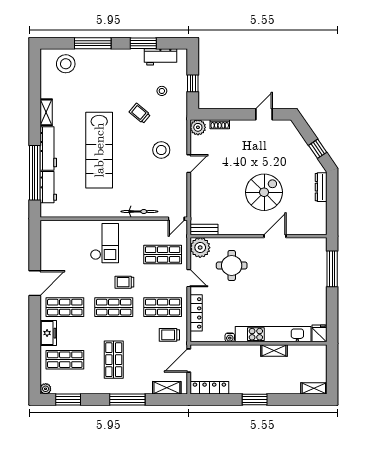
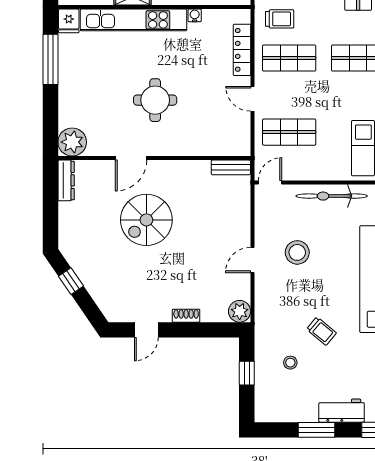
workbench: (160, 57) -> (342, 411), moved
shoe rack: (220, 124) -> (186, 316), moved
stool: (161, 150) -> (297, 252), moved
dresser: (321, 187) -> (66, 180), moved
bicycle: (139, 211) -> (332, 196), width x1.37, depth x1.40
plant: (200, 248) -> (72, 142), moved
round table: (232, 266) -> (155, 100), moved
window: (332, 269) -> (50, 59), moved
trolley: (124, 282) -> (343, 93), removed

